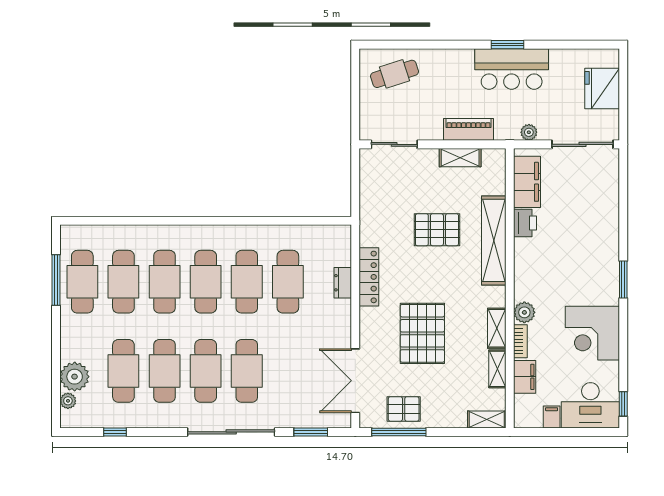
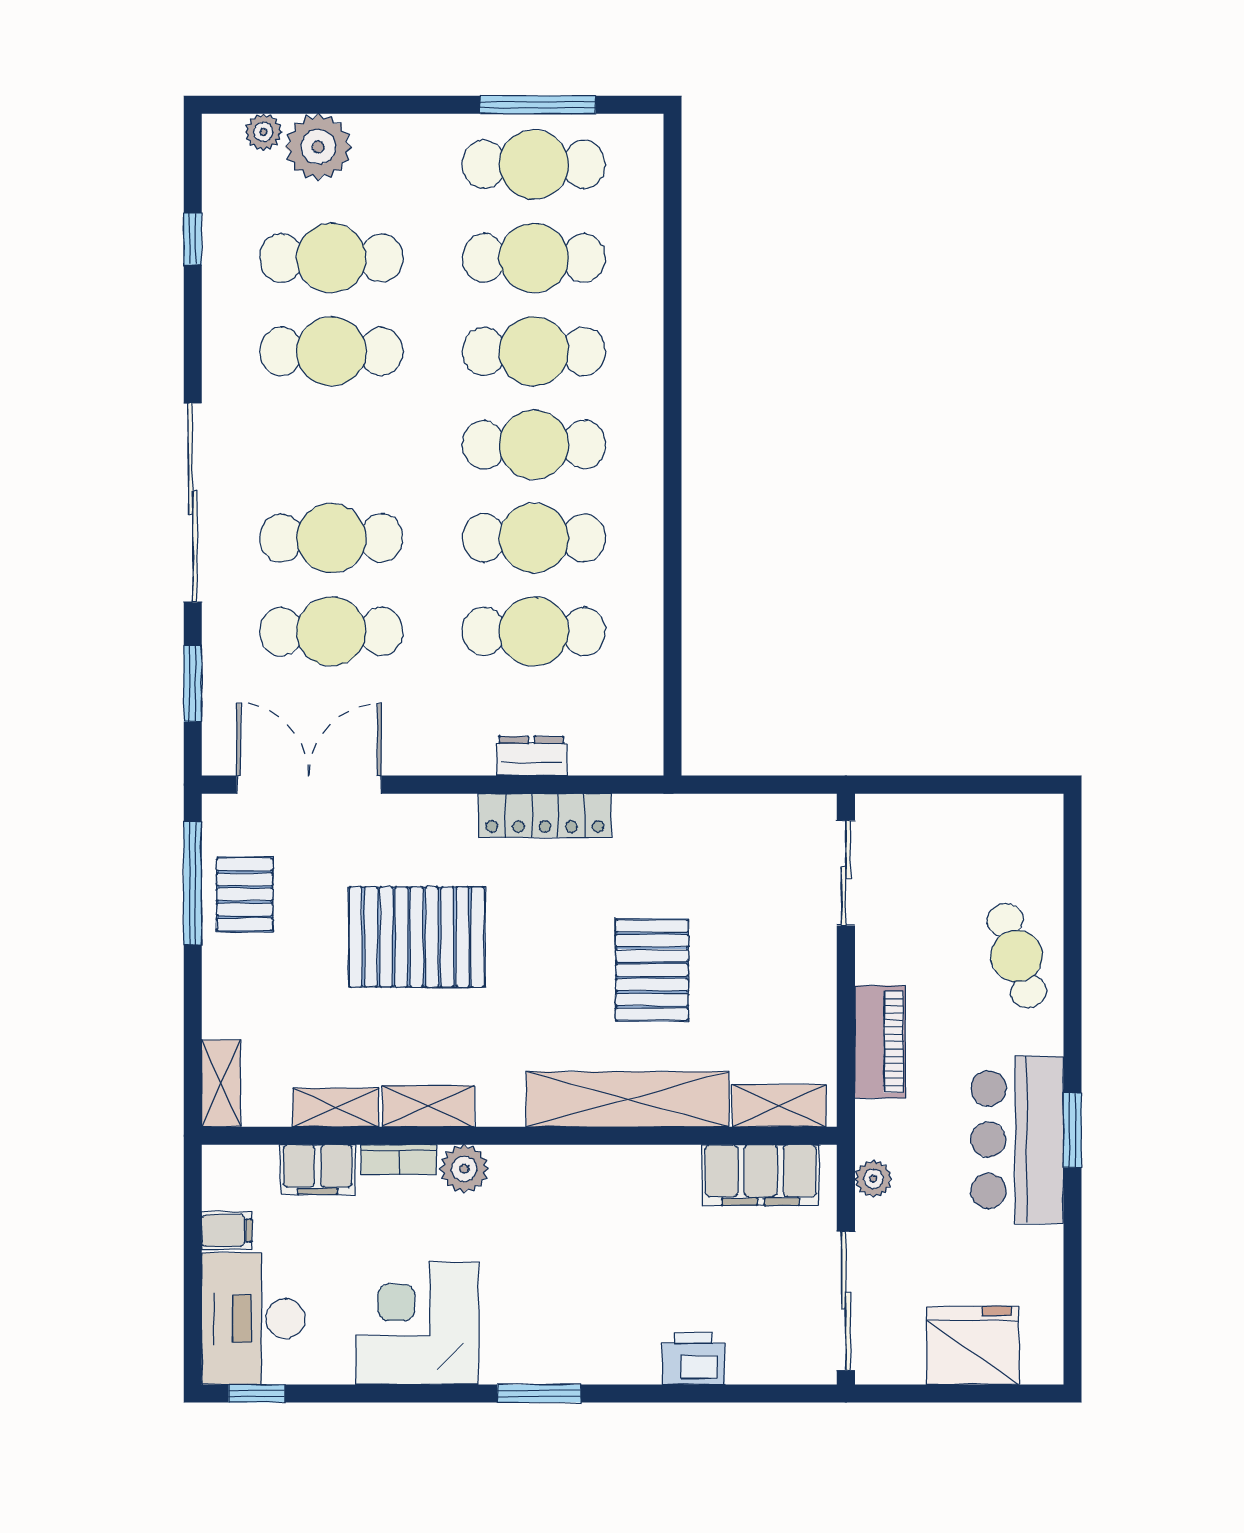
cafe table: (394, 74) -> (1017, 956), moved
shelving: (460, 158) -> (779, 1106), moved, turned 90
printer: (525, 223) -> (694, 1359), moved, turned 180
cafe table: (206, 371) -> (331, 631), moved

